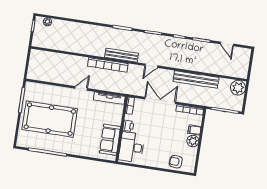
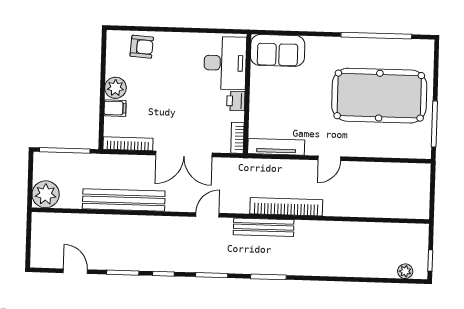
sofa: (110, 140) -> (278, 50), moved, turned 90

